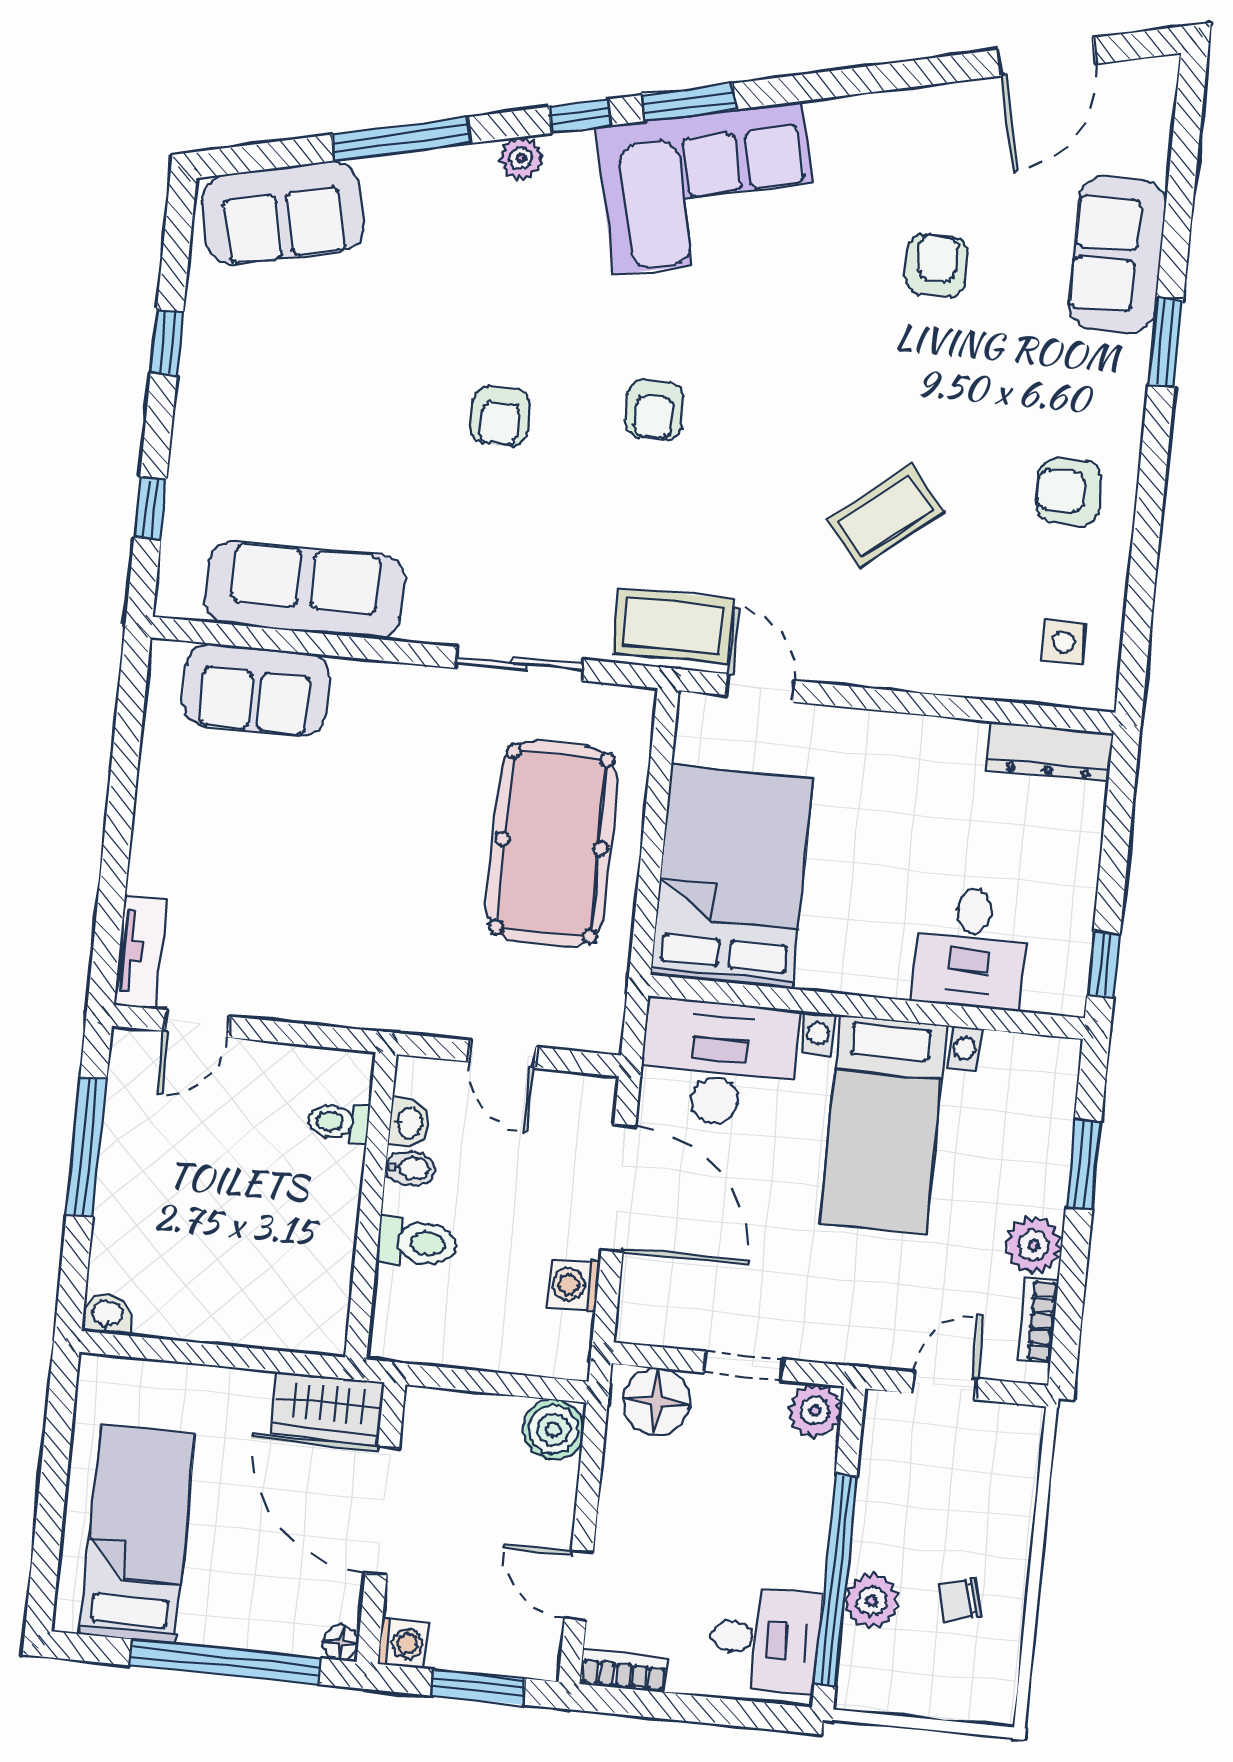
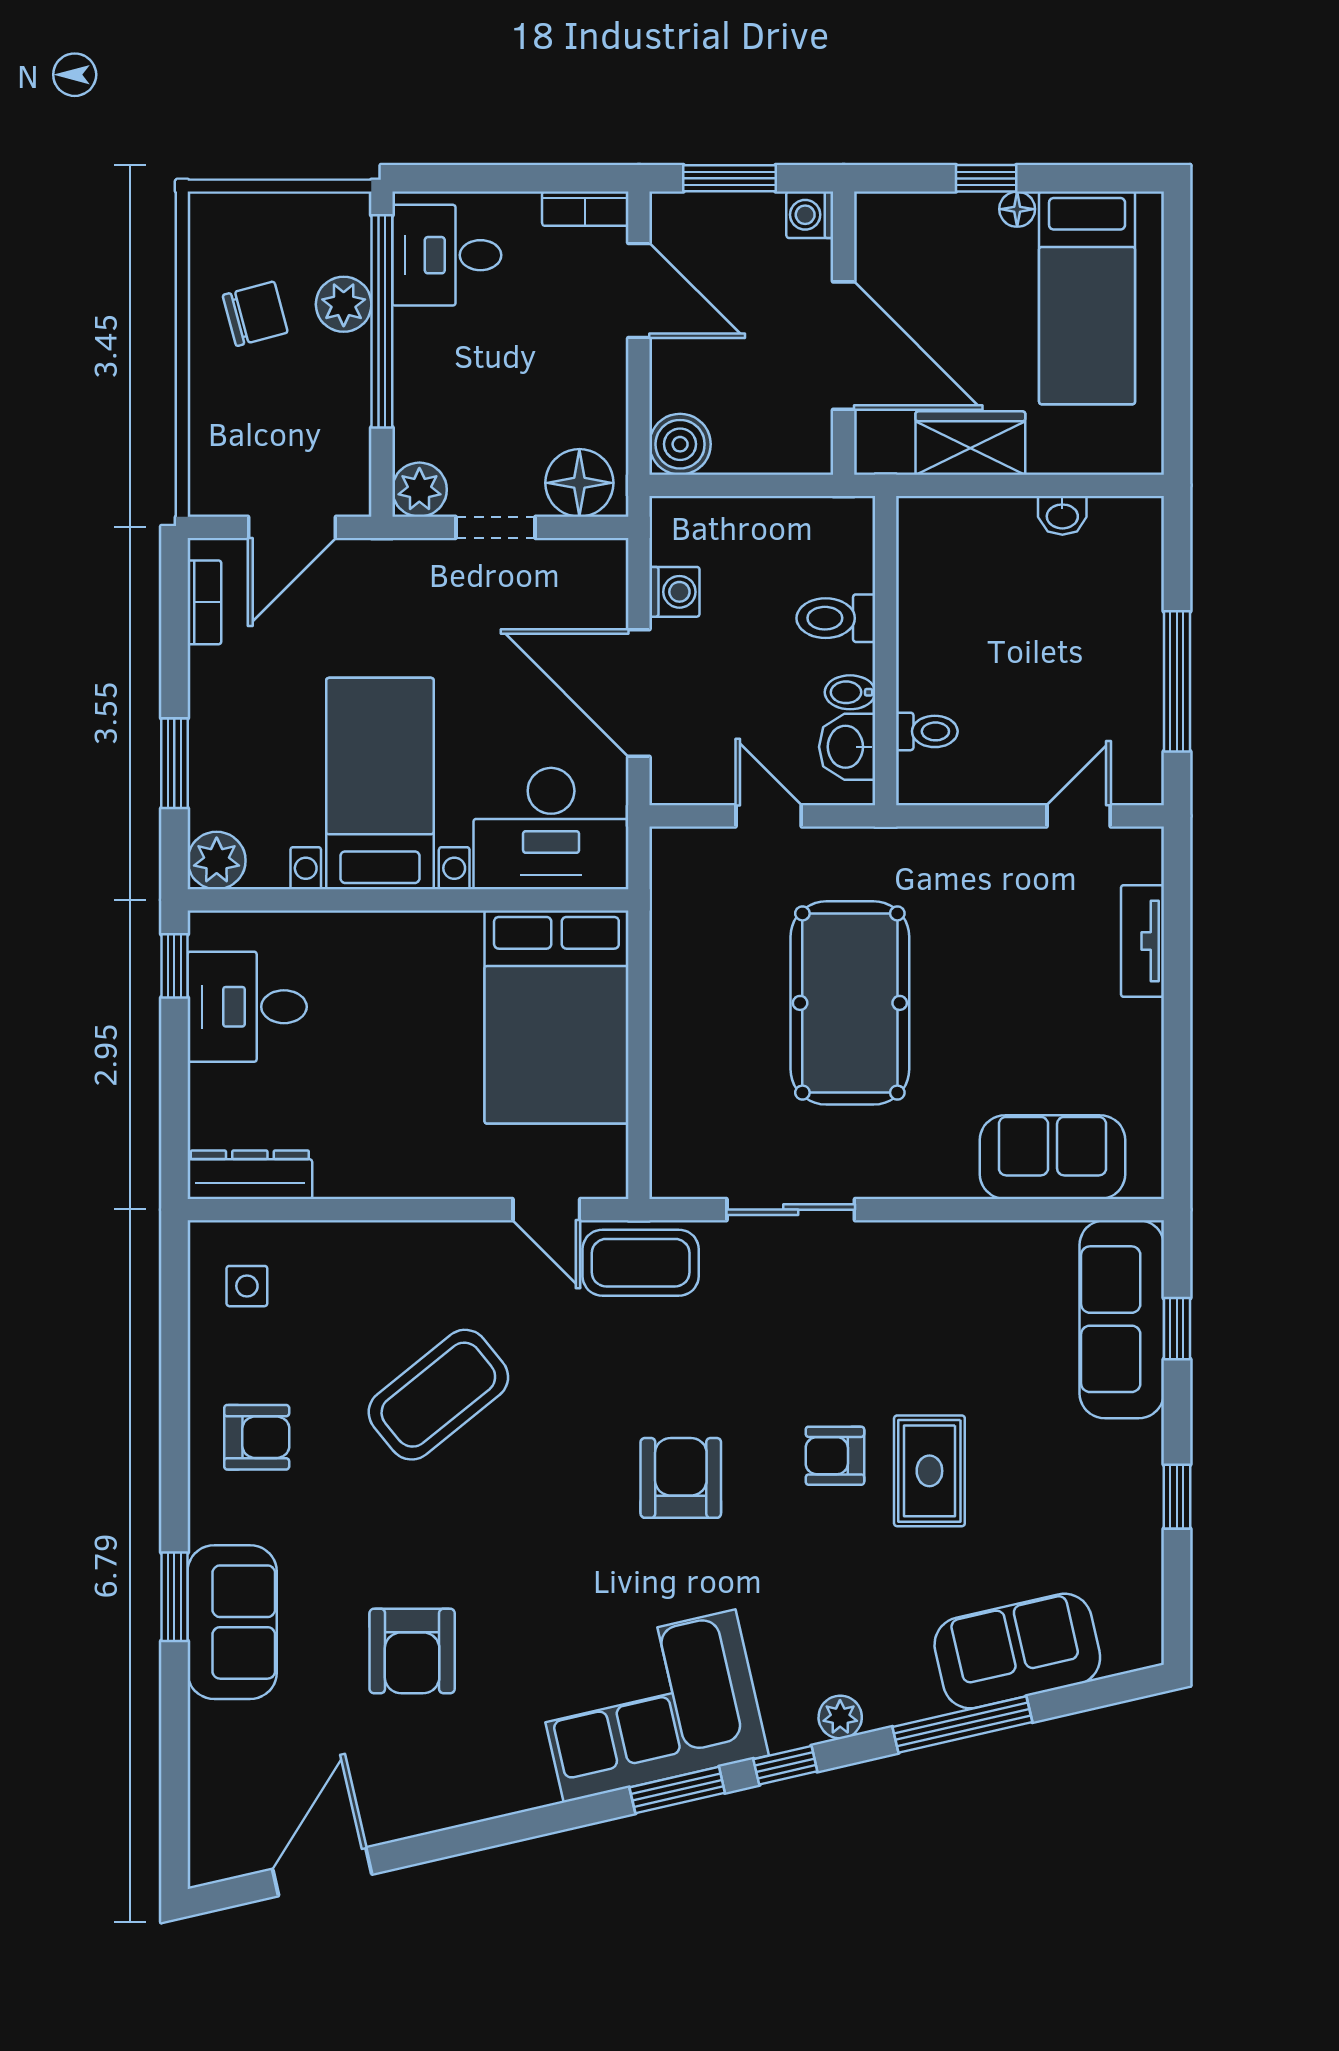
sofa: (283, 213) -> (1017, 1651), moved
sofa: (1117, 254) -> (232, 1622), moved
armchair: (937, 266) -> (412, 1651), width x1.38, depth x1.38
rug: (408, 392) -> (929, 1471), added
armchair: (654, 410) -> (681, 1478), width x1.38, depth x1.38
armchair: (500, 417) -> (835, 1456), turned -90
coffee table: (885, 516) -> (438, 1395), width x1.36, depth x1.32
sofa: (305, 590) -> (1122, 1319), moved, turned 90
pool table: (552, 844) -> (850, 1003), moved
desk: (971, 948) -> (247, 1007), moved, turned -90
tv unit: (140, 952) -> (1142, 941), moved
washbasin: (409, 1123) -> (847, 747), width x1.38, depth x1.45
plant: (1034, 1245) -> (217, 861), moved
washbasin: (107, 1314) -> (1062, 515), moved
door: (944, 1386) -> (292, 527), width x1.38
wardrobe: (327, 1408) -> (970, 443), moved
door: (579, 1585) -> (639, 290), width x1.38
chair: (960, 1600) -> (255, 314), width x1.37, depth x1.37
floor lamp: (341, 1643) -> (1017, 209), moved
window: (225, 1662) -> (986, 178), width x0.32

